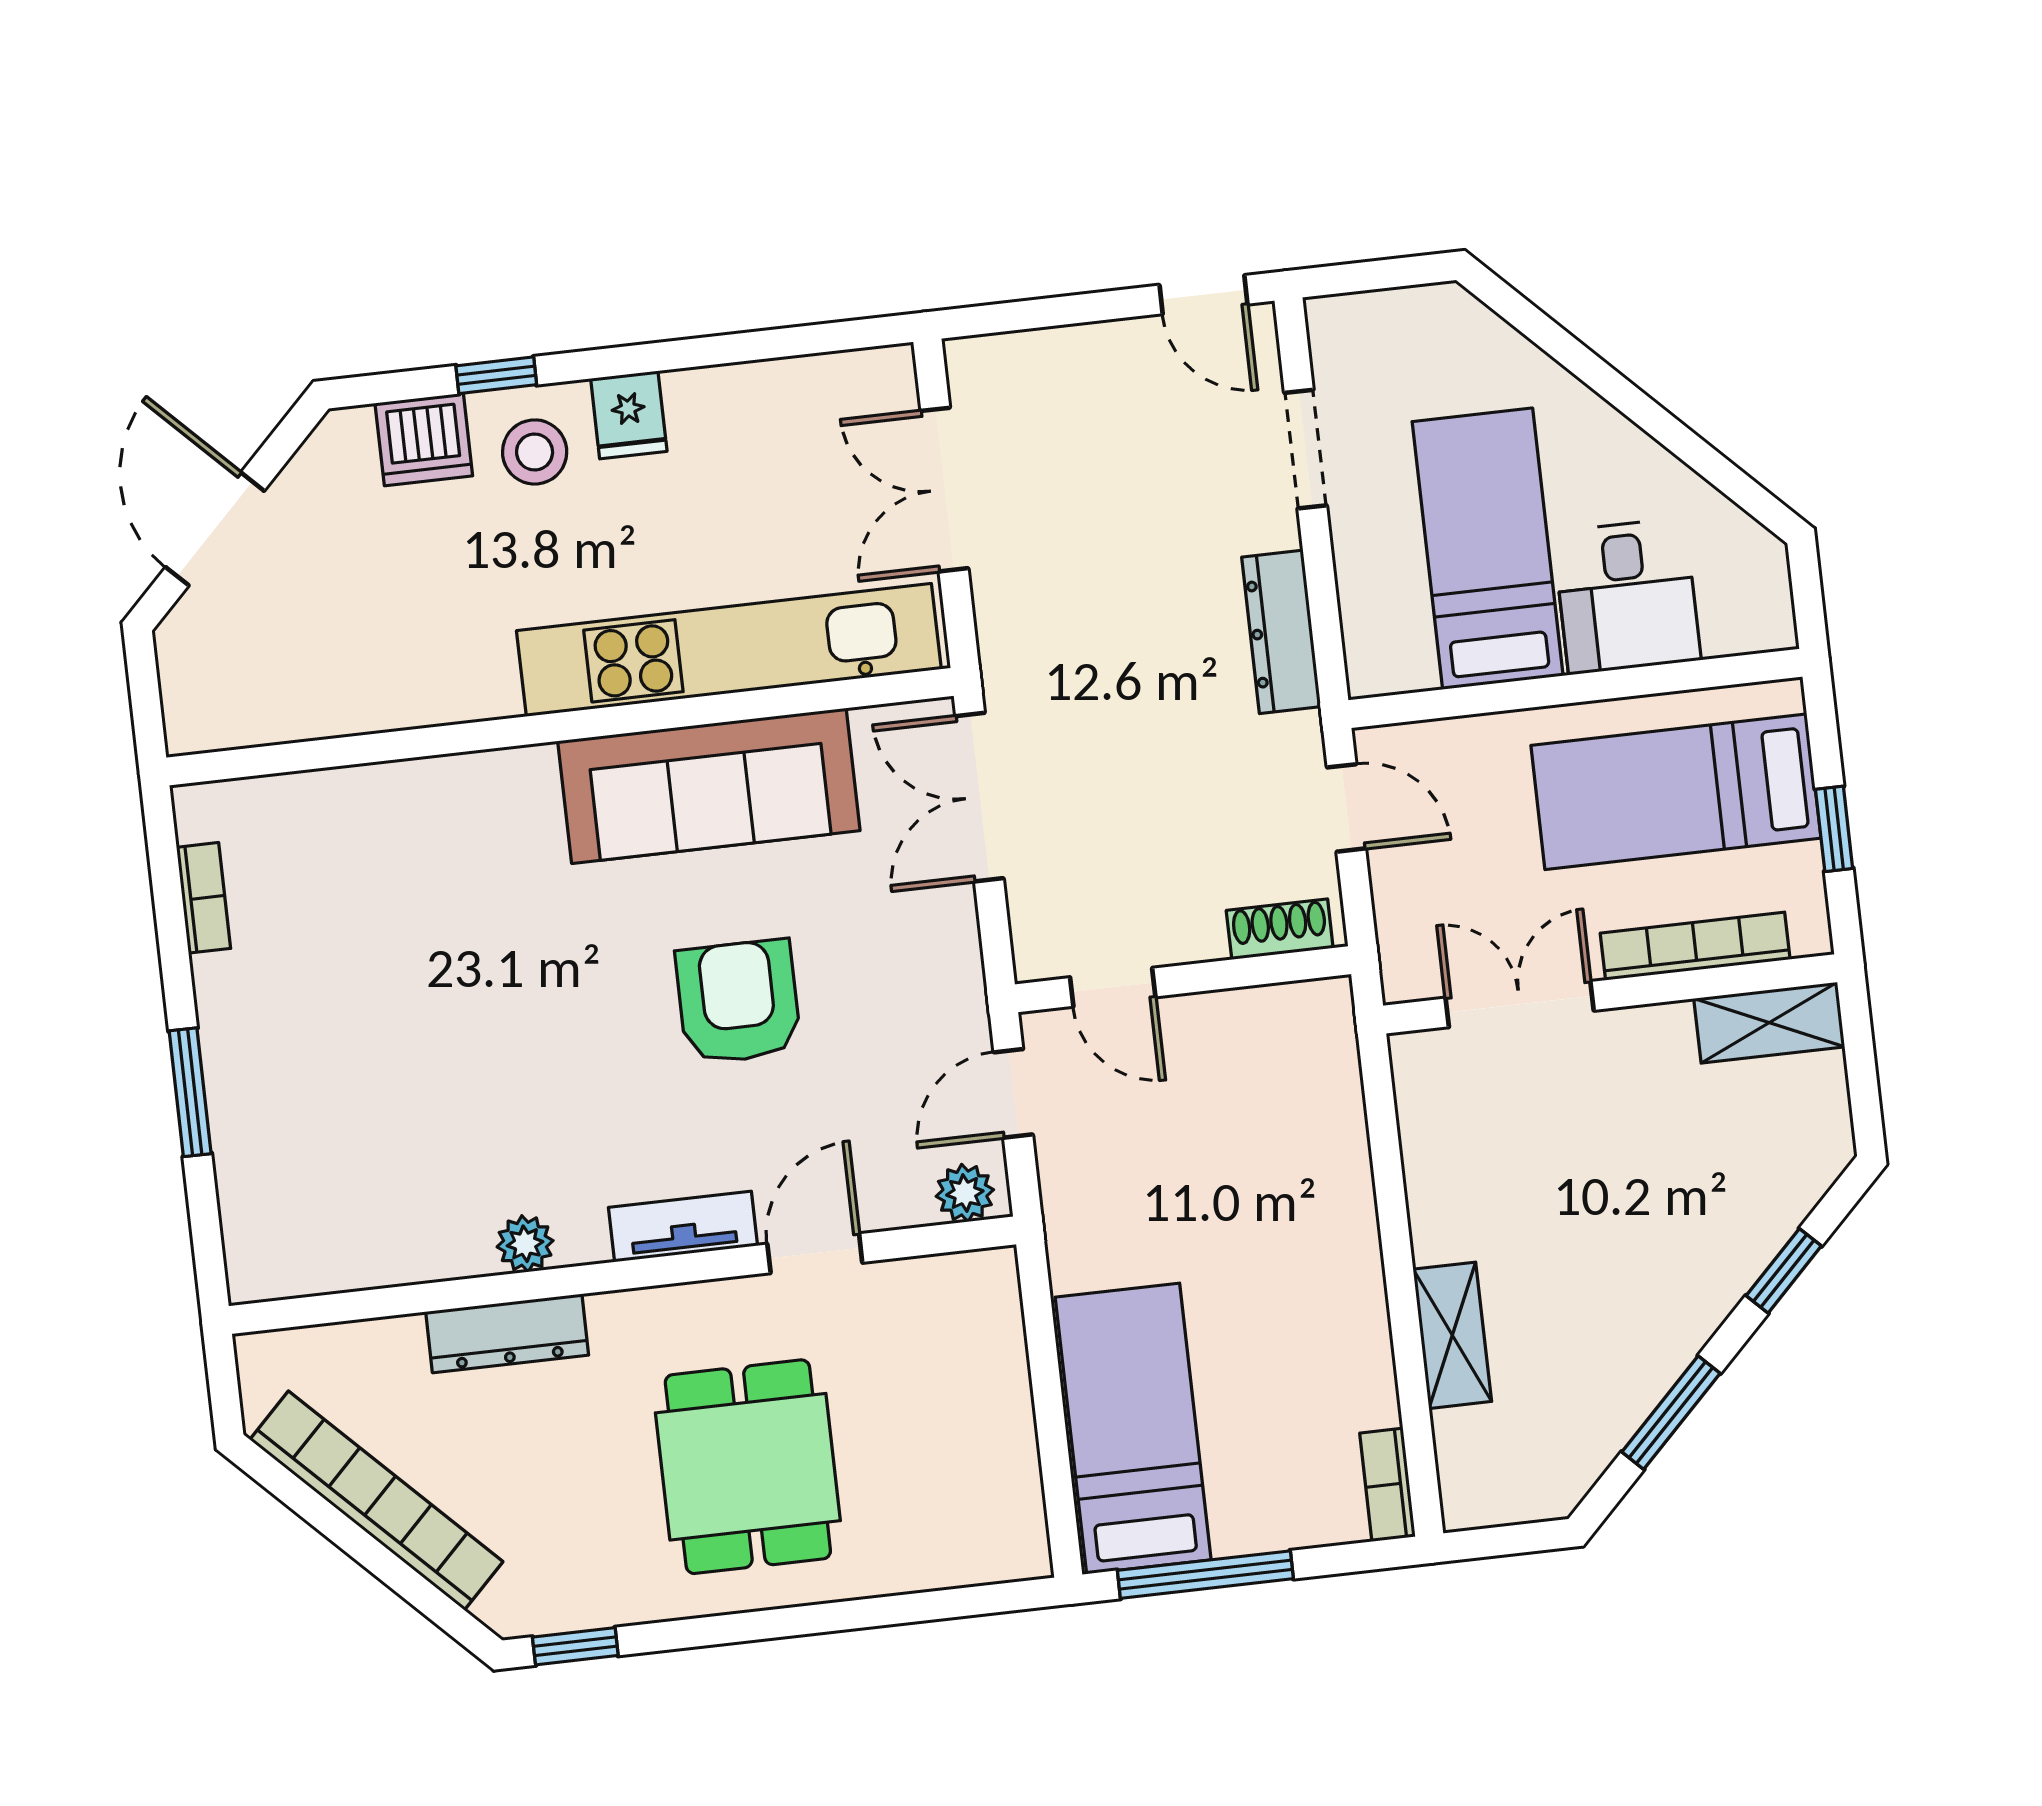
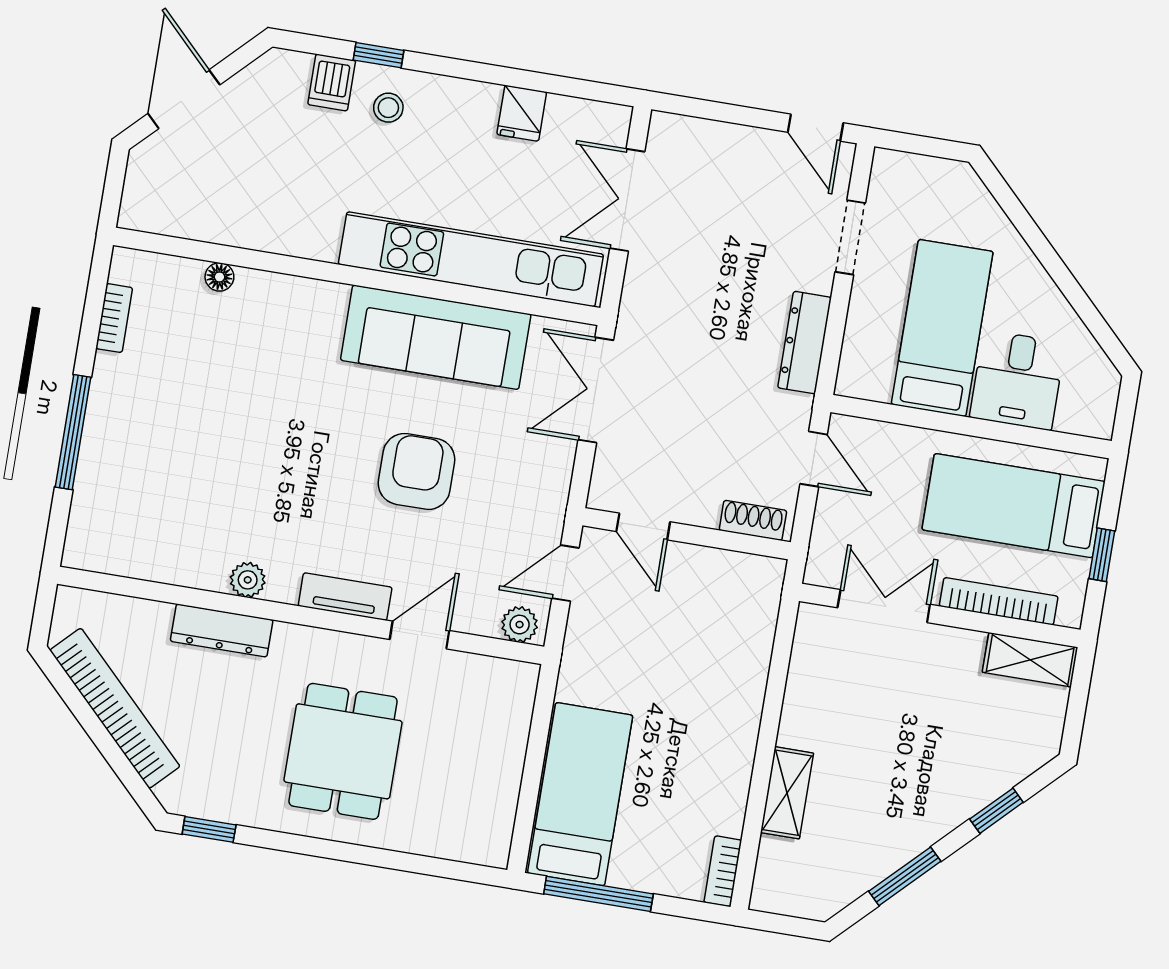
fridge: (629, 415) -> (522, 113), moved
dishwasher: (424, 439) -> (332, 82), width x0.73
stool: (535, 452) -> (388, 108), width x0.73, depth x0.73
floor lamp: (348, 788) -> (219, 277), added
window: (190, 1092) -> (73, 432), width x1.44

